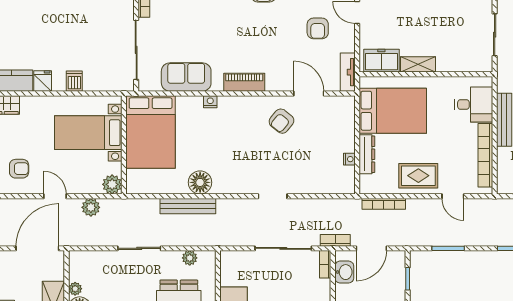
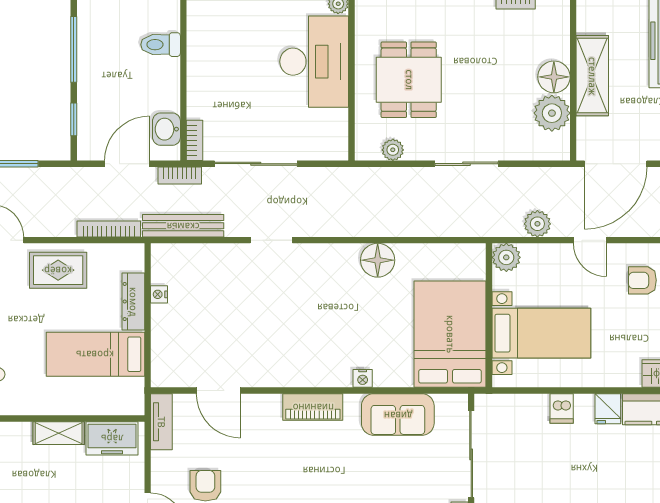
bed: (393, 111) -> (95, 354), width x0.67
armchair: (282, 121) -> (258, 350), removed
bench: (188, 206) -> (183, 226), moved
plant: (75, 289) -> (552, 113), width x1.88, depth x1.88

